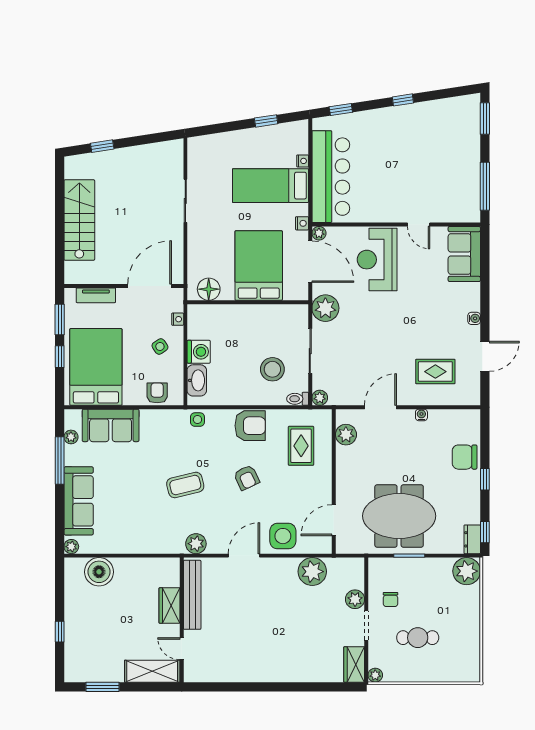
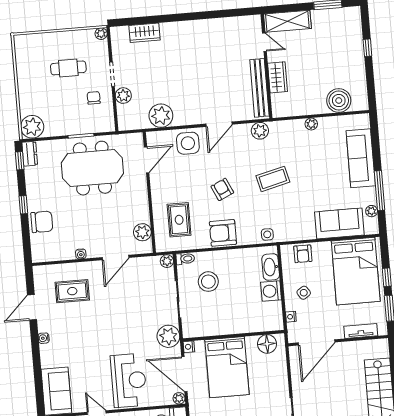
nightstand: (302, 223) -> (189, 347), moved
plant: (71, 547) -> (311, 124), moved
wardrobe: (354, 664) -> (144, 33), moved, turned 90

